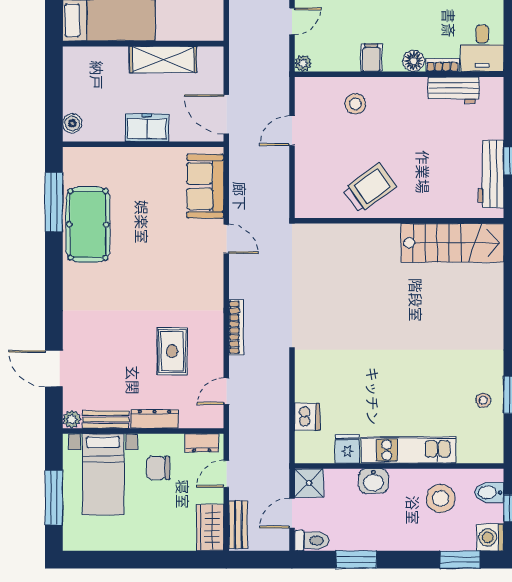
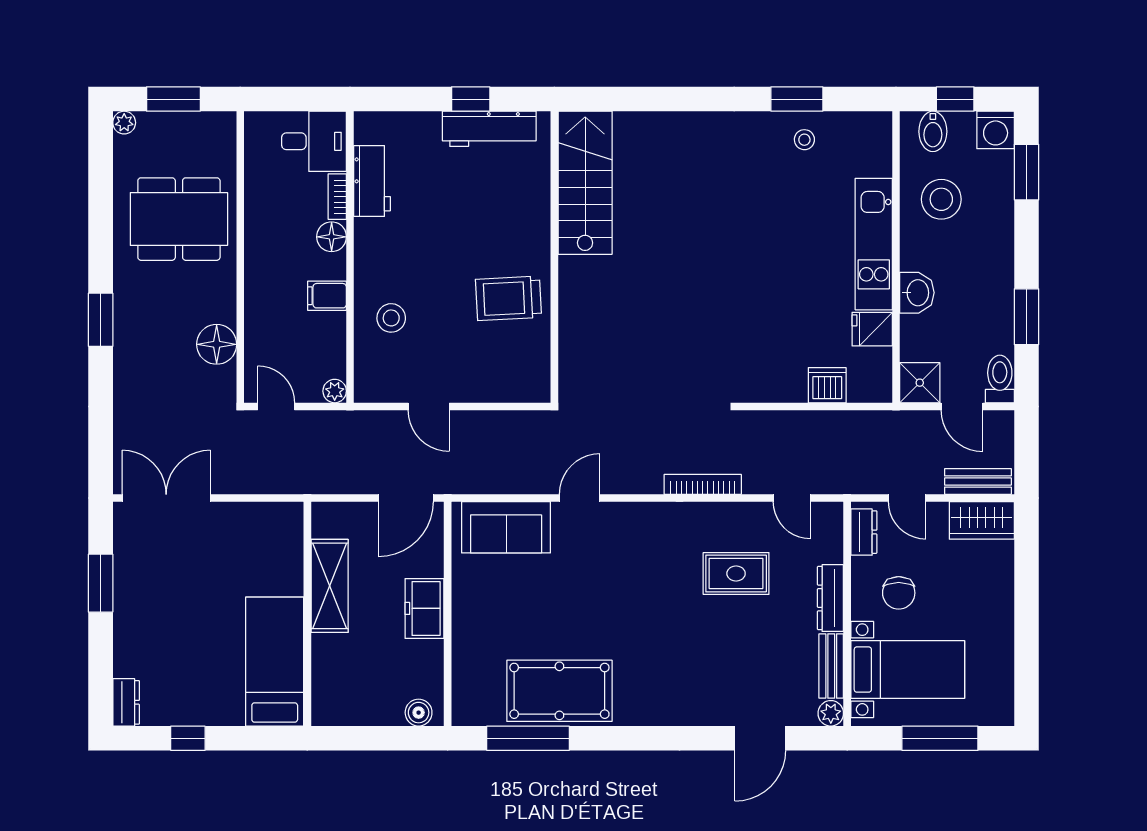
trolley: (369, 188) -> (508, 298), turned -57

